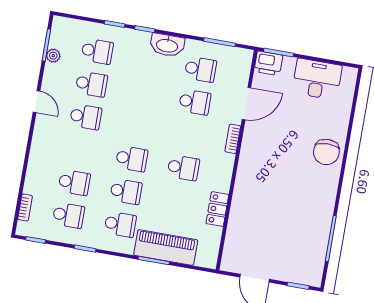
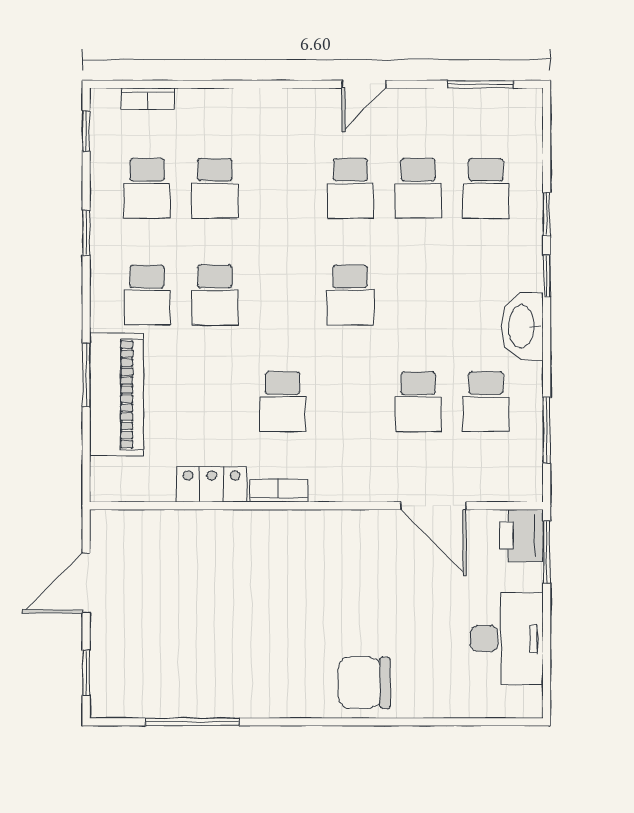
plant: (53, 56) -> (462, 102), removed
bookcase: (233, 139) -> (279, 491), moved
school desk: (132, 159) -> (350, 295), moved

